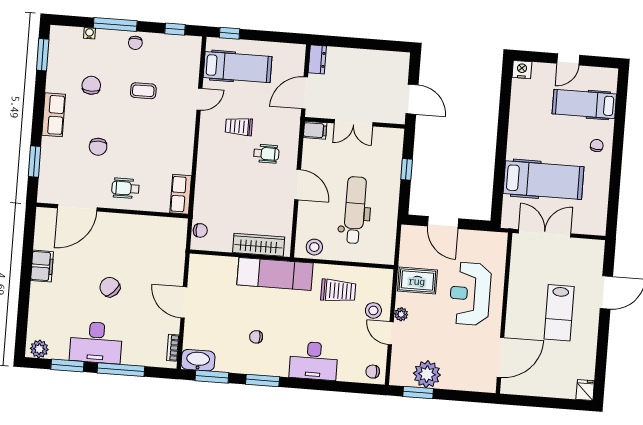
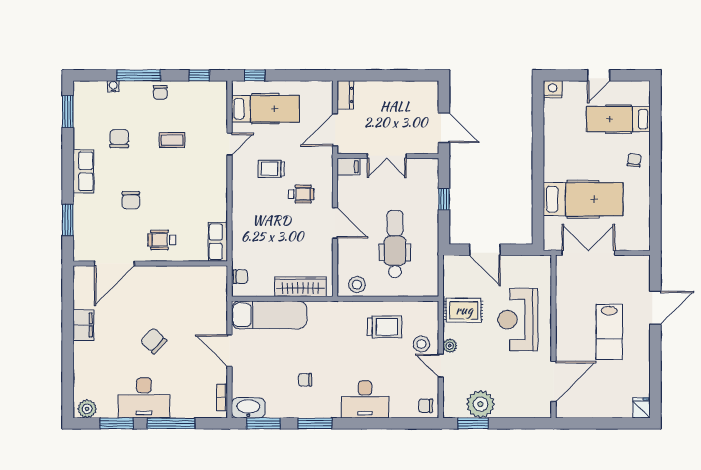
exam couch: (275, 274) -> (269, 315), moved

